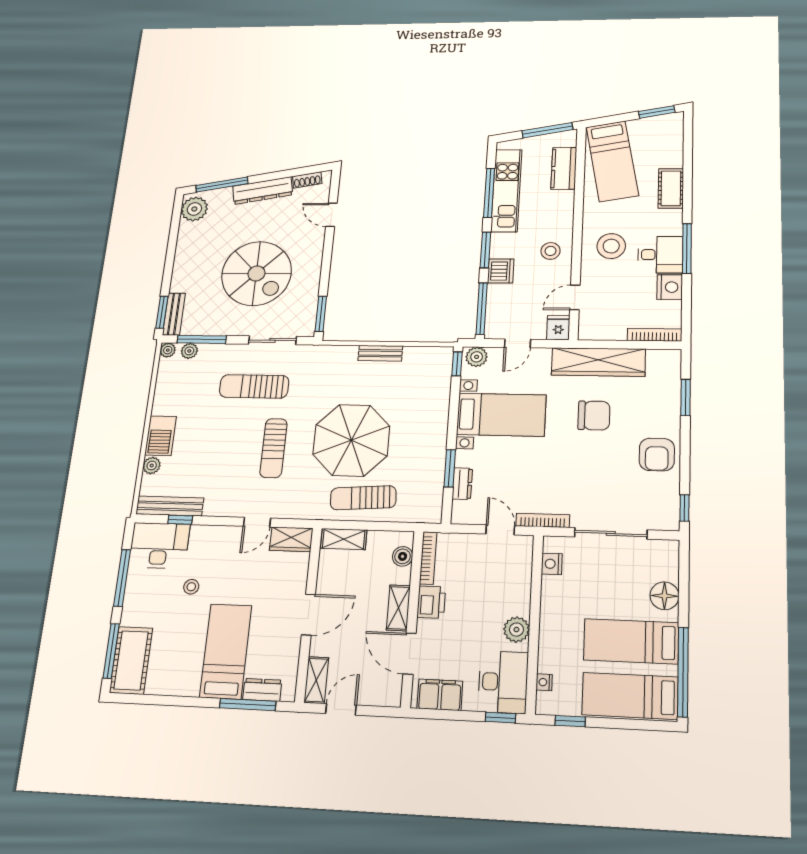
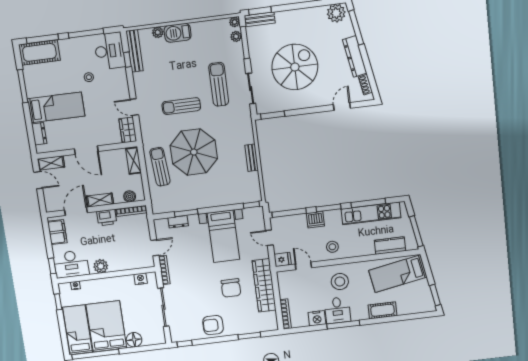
spiral stairs: (256, 273) -> (295, 67), turned 180
plant: (477, 357) -> (257, 215), removed
bed: (631, 641) -> (106, 326), width x1.50
window: (248, 705) -> (23, 86), moved

